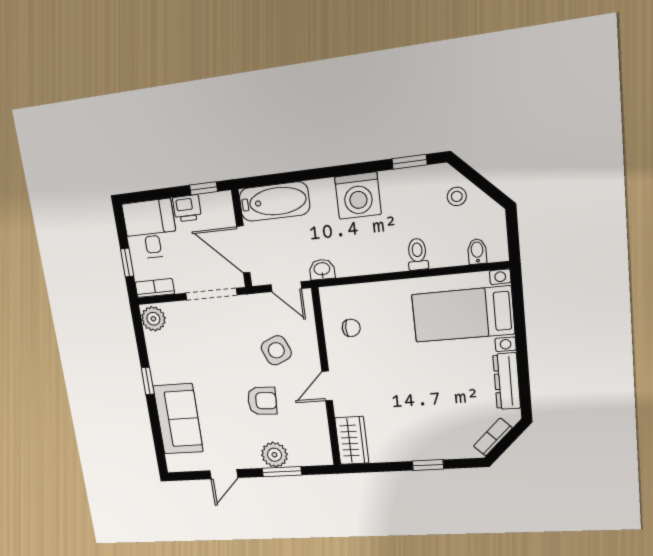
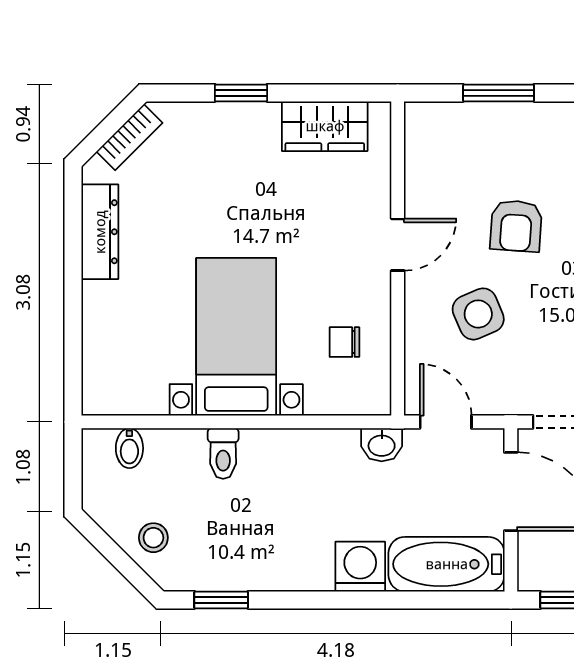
washing machine: (358, 196) -> (360, 567), moved, width x0.73, depth x0.73
bed with nightstands: (463, 314) -> (236, 337), moved, turned -90
armchair: (262, 401) -> (516, 226), turned -89
wardrobe: (352, 440) -> (325, 126), moved, turned -90
plant: (274, 455) -> (508, 125), removed

